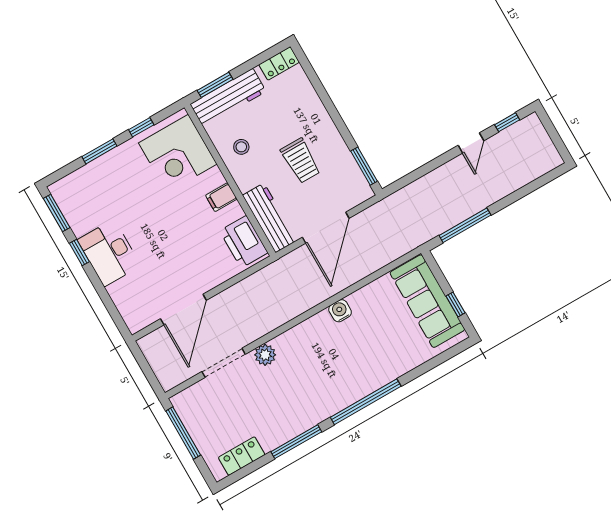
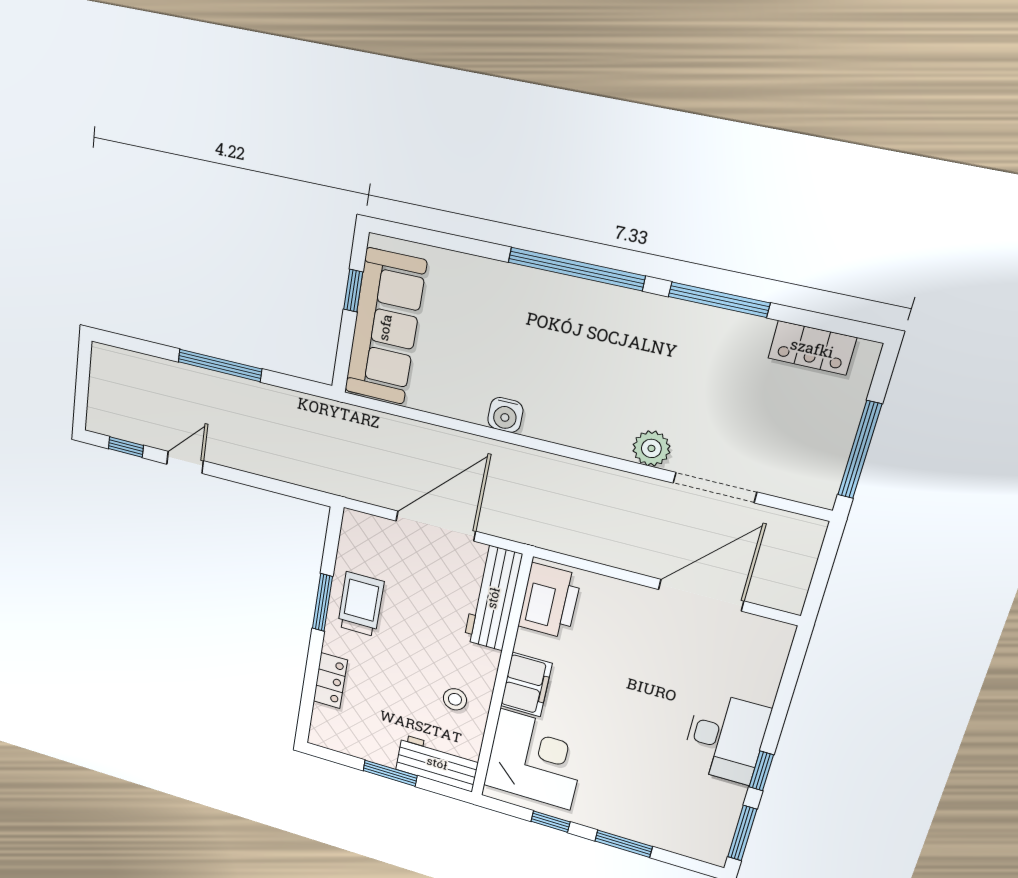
locker: (279, 63) -> (330, 681), moved, turned 90
window: (215, 85) -> (390, 773), moved
workbench: (228, 98) -> (437, 763), width x0.73
trolley: (301, 161) -> (361, 604), moved
window: (364, 166) -> (322, 602), moved
filing cabinet: (221, 197) -> (526, 685), width x2.00
window: (465, 225) -> (220, 365), moved

